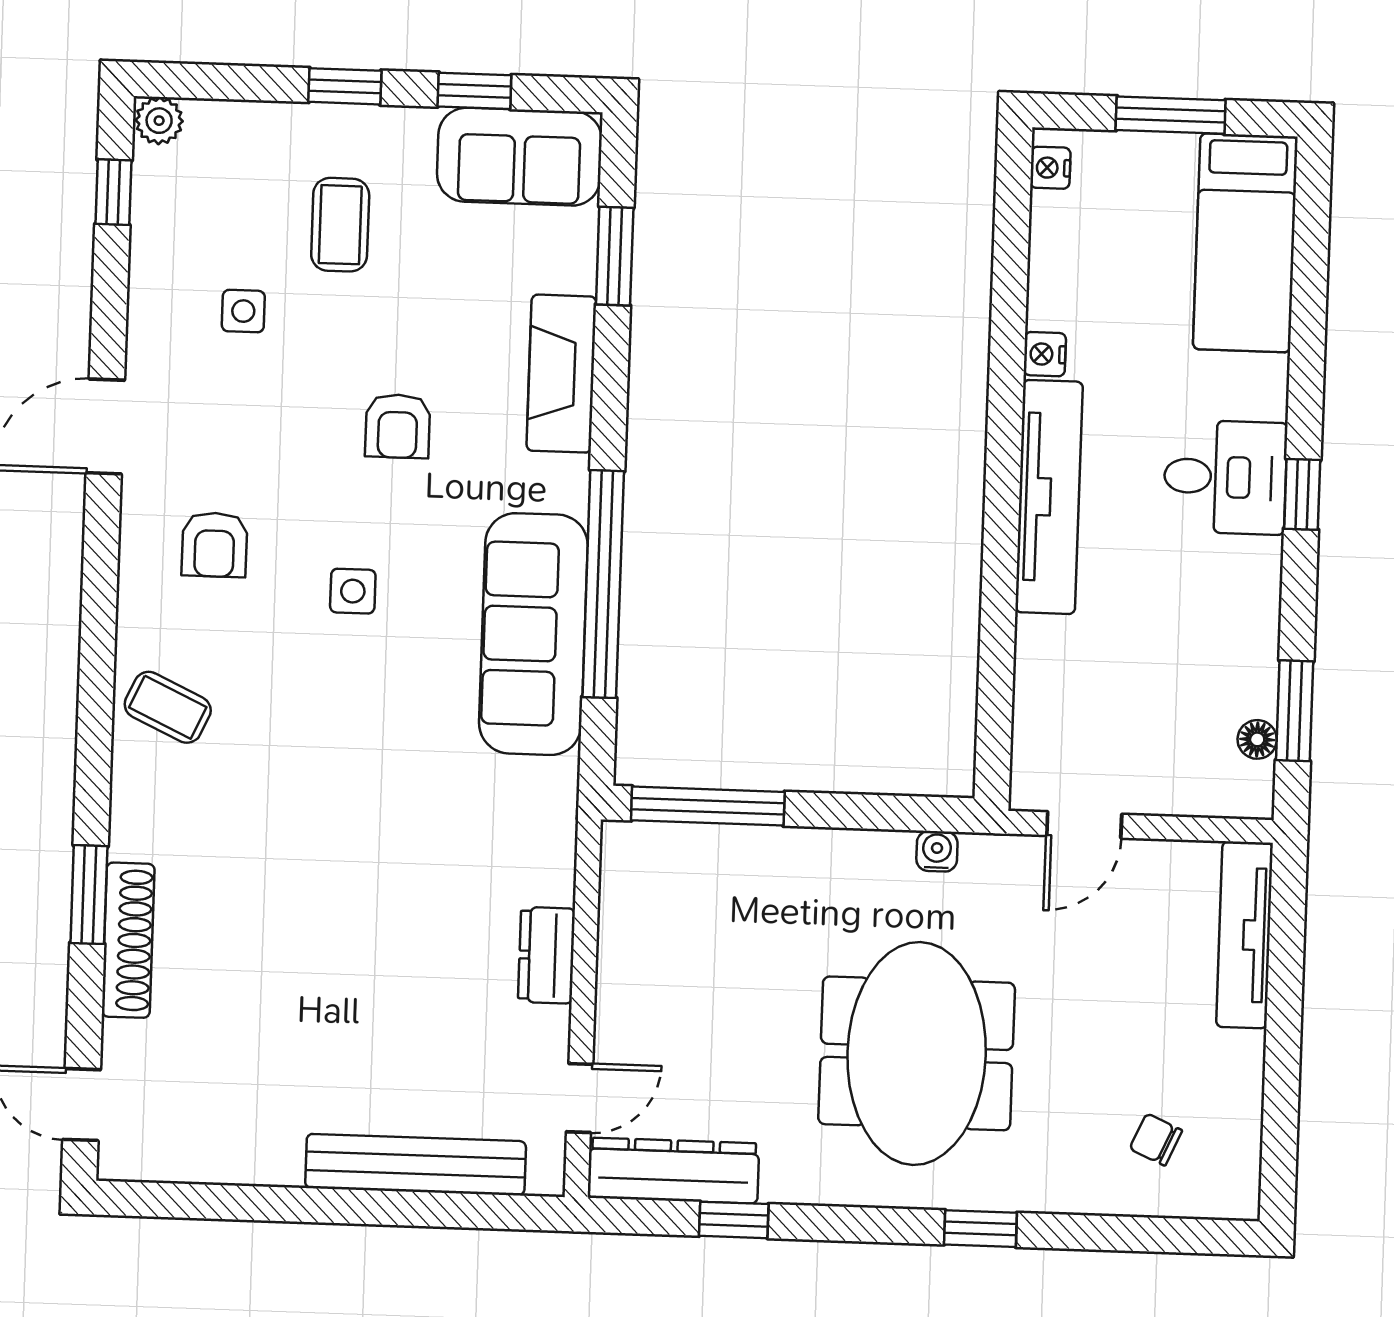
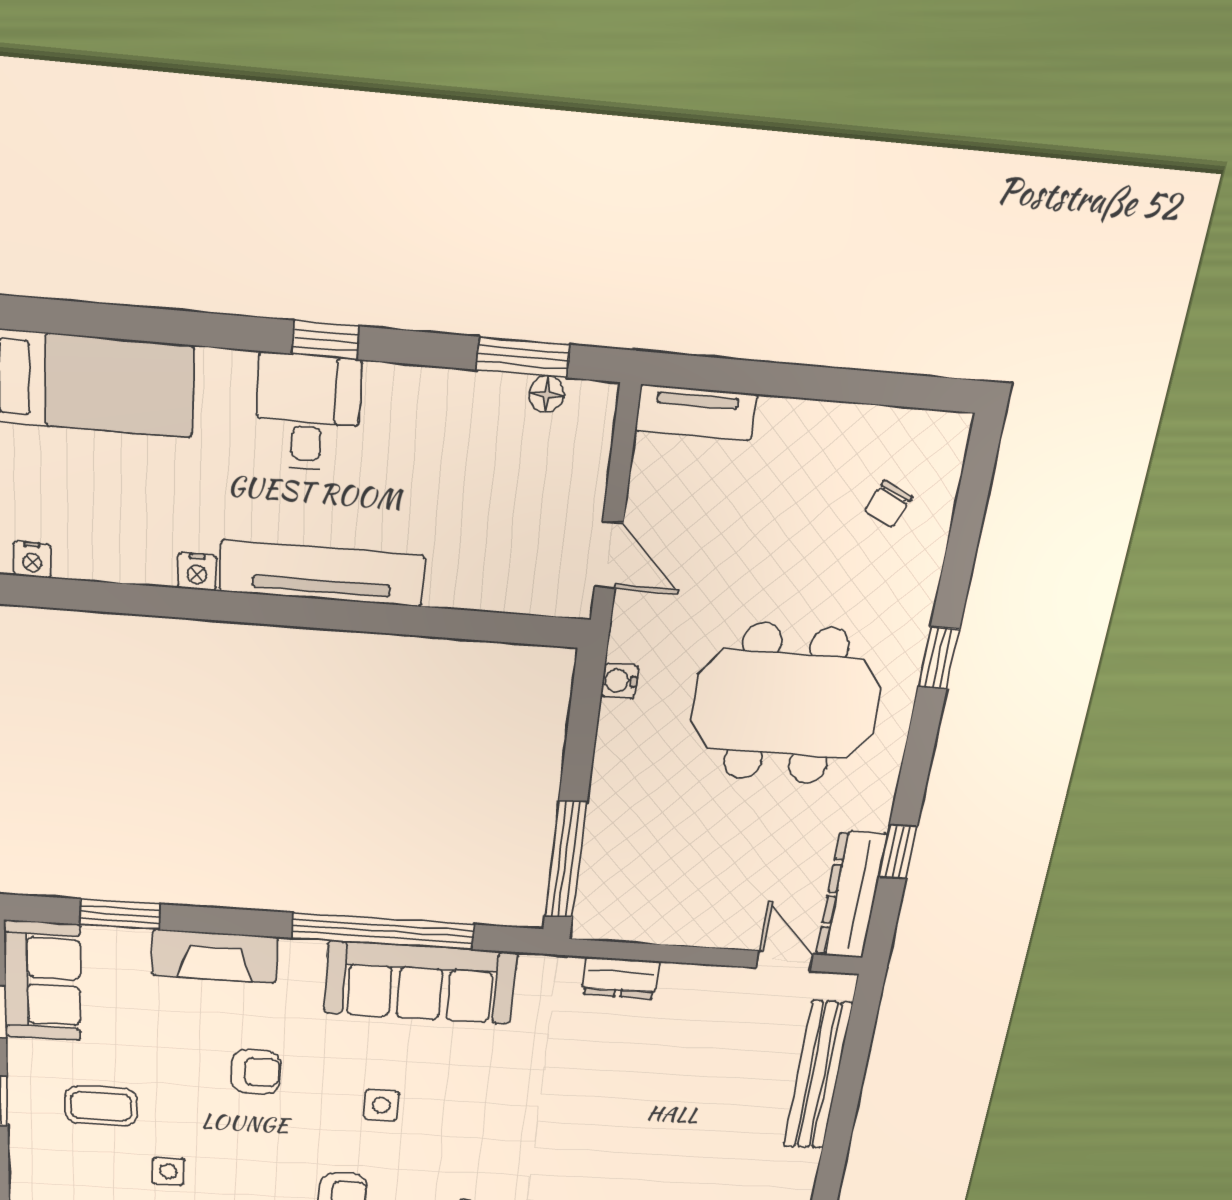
tv unit: (1245, 935) -> (696, 413), width x0.71
dresser: (546, 955) -> (620, 978), moved

